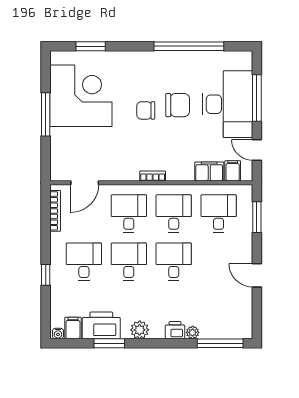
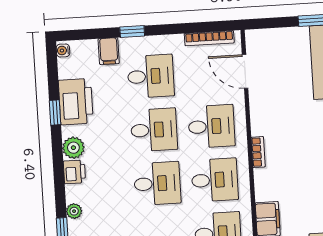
filing cabinet: (73, 328) -> (109, 51), moved, turned 90
printer: (175, 330) -> (74, 172), moved
window: (109, 343) -> (55, 112), width x0.67

